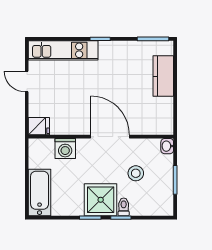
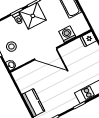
stool: (136, 173) -> (11, 47), moved

